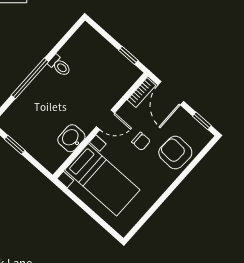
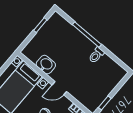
door: (106, 120) -> (59, 88), hinge flipped

